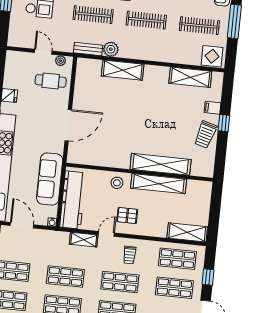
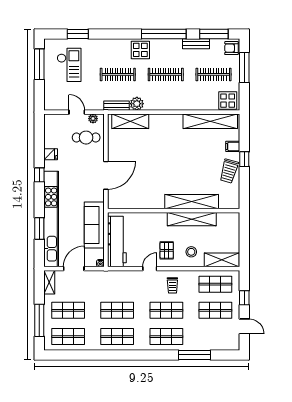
shelving: (123, 70) -> (130, 121), moved
shelving: (190, 77) -> (210, 121), width x1.47
stool: (117, 183) -> (191, 252), moved
pallet: (127, 215) -> (167, 250), turned 90
door: (22, 225) -> (74, 269), hinge flipped
shelving: (84, 240) -> (130, 276), removed

